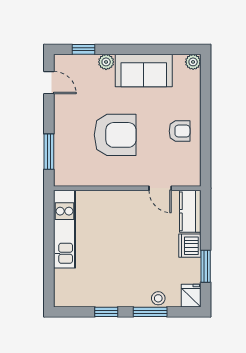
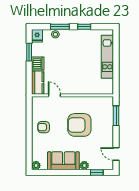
kitchen unit: (65, 229) -> (107, 57), moved

